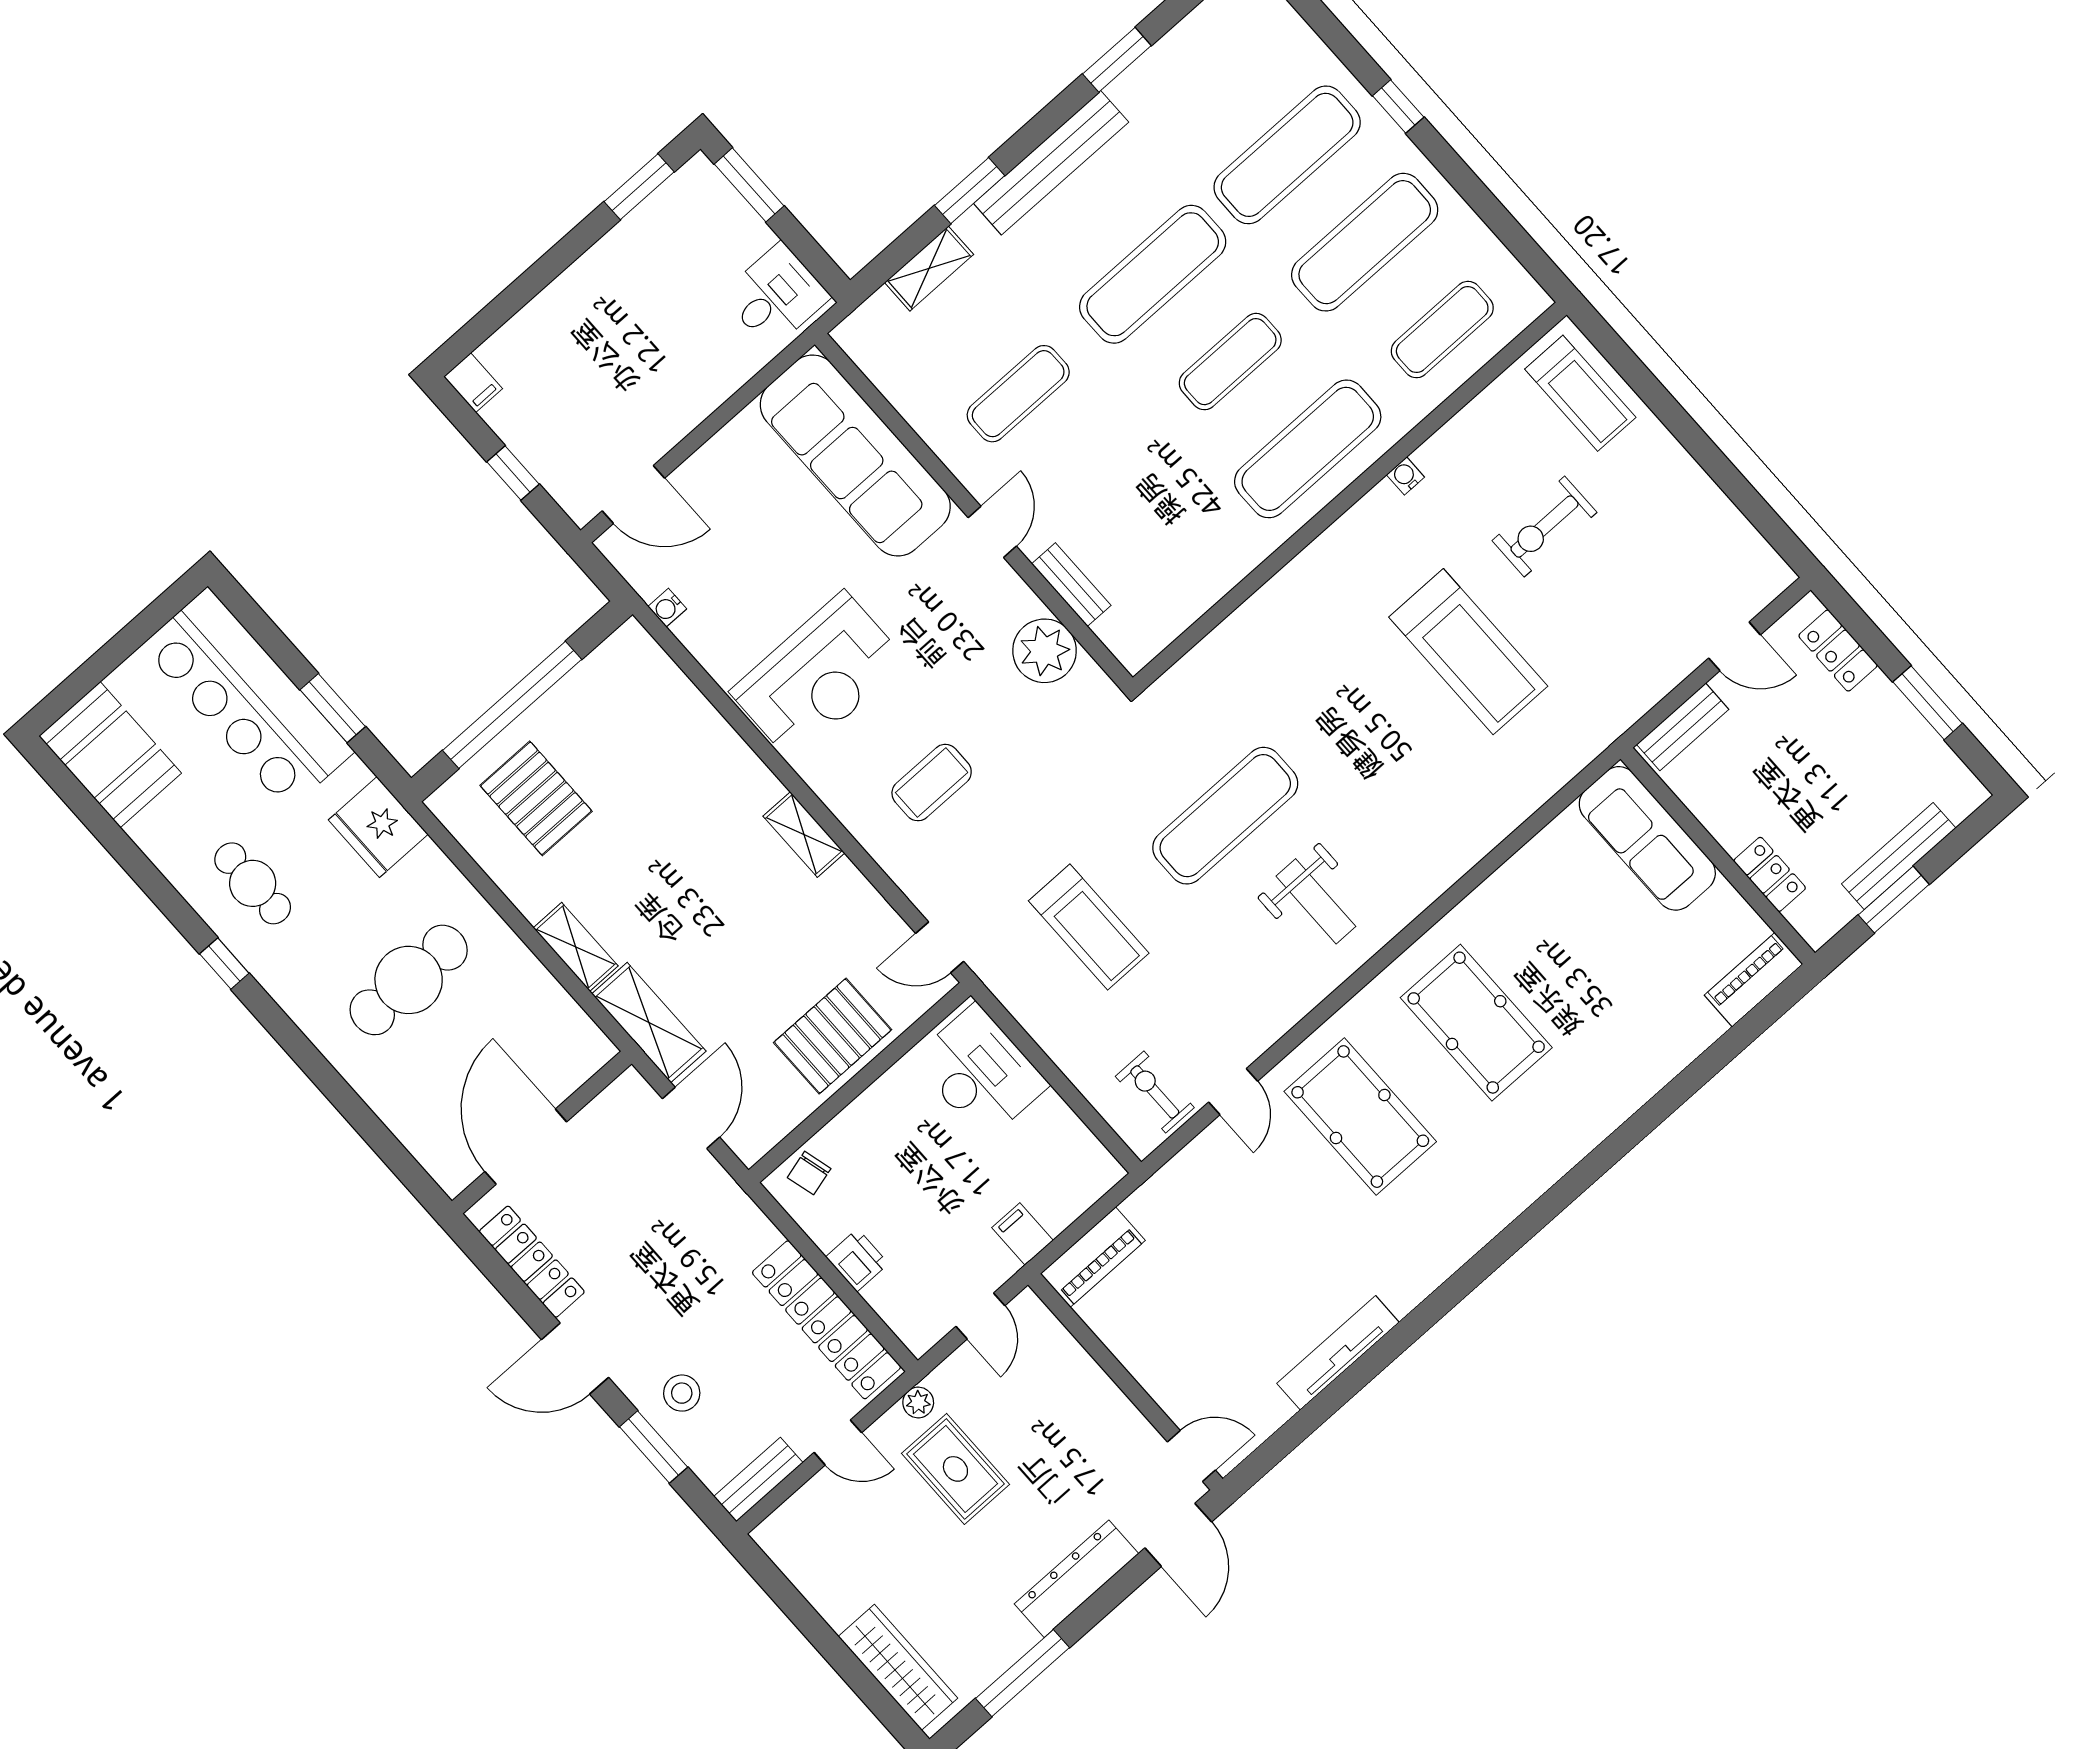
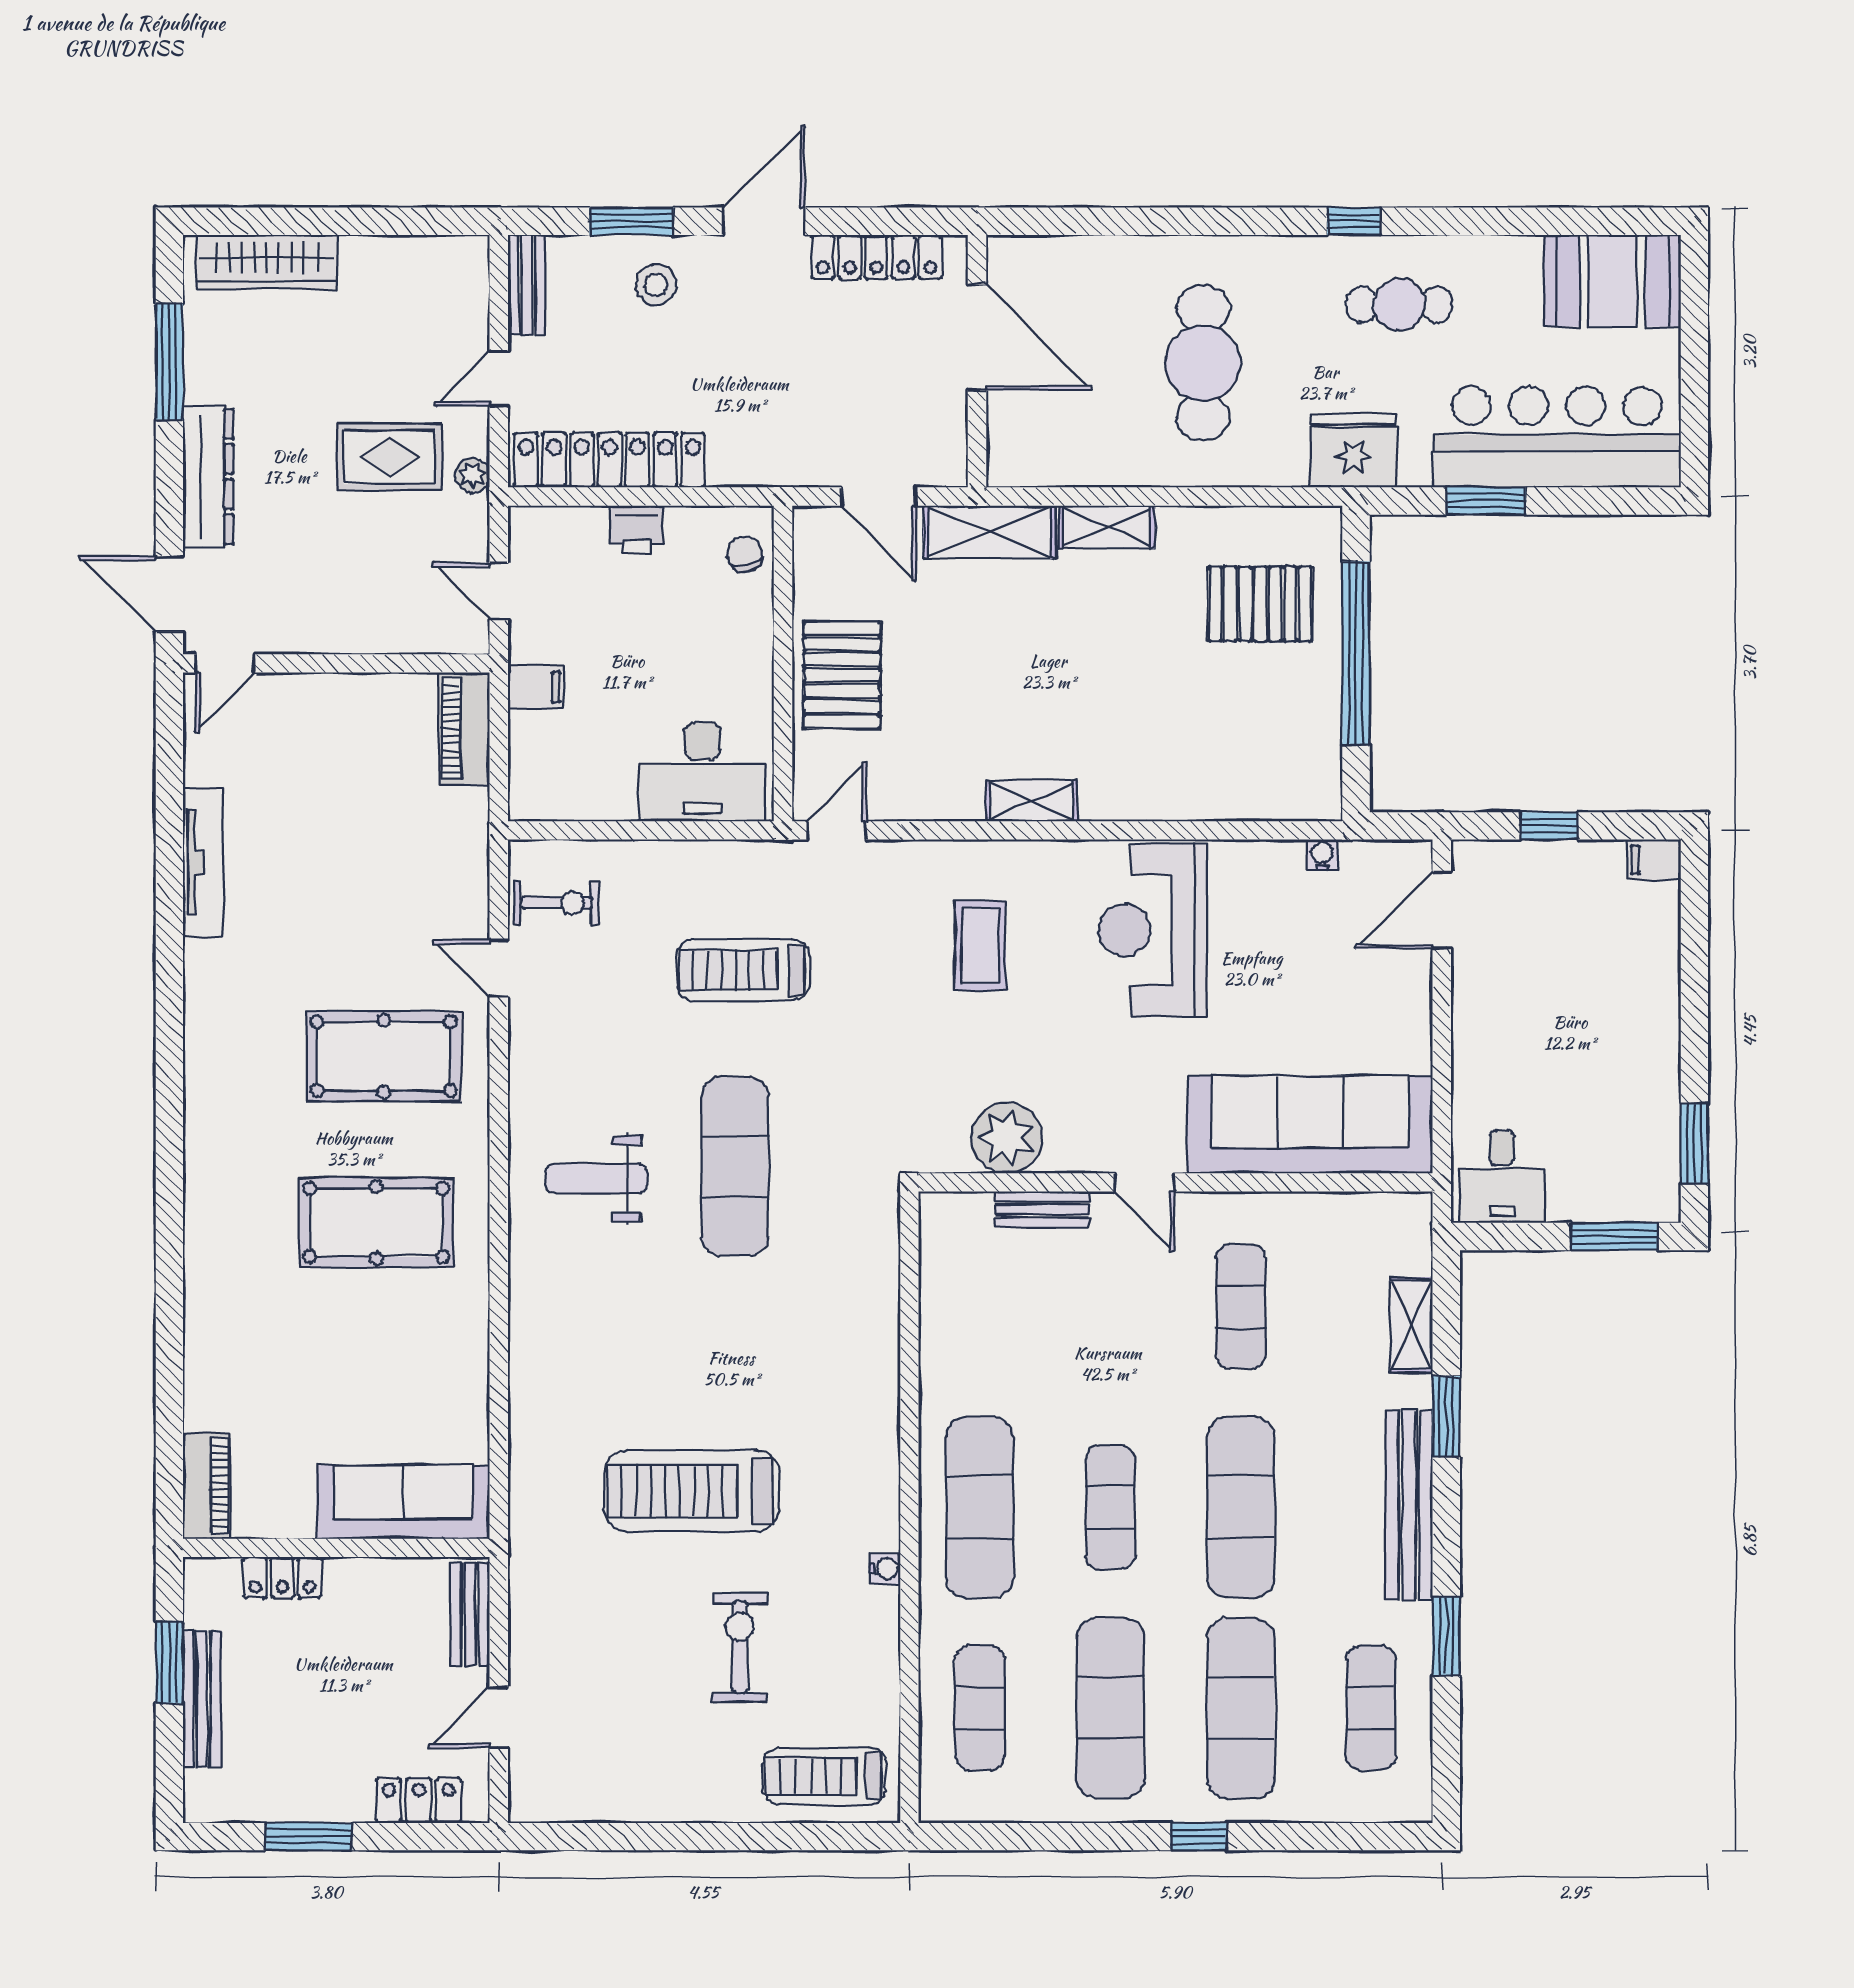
exercise mat: (1210, 68) -> (1371, 1708), added

